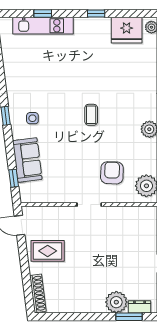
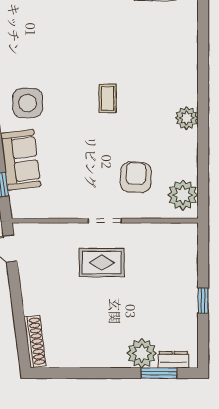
side table: (32, 118) -> (28, 103), width x1.87, depth x1.87
rug: (48, 251) -> (102, 263), moved

